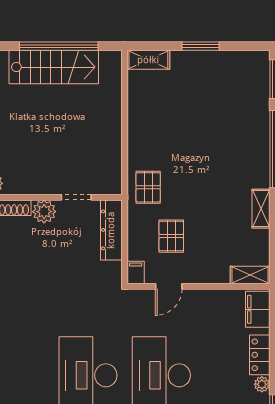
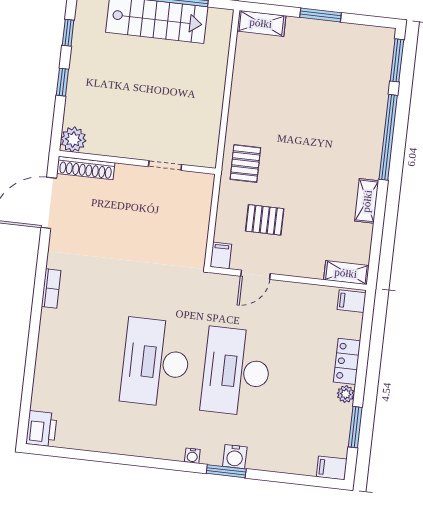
plant: (44, 212) -> (128, 177), removed
dresser: (111, 230) -> (200, 206), removed
pallet: (171, 236) -> (265, 220), turned 90
filing cabinet: (258, 309) -> (352, 301), width x0.50

